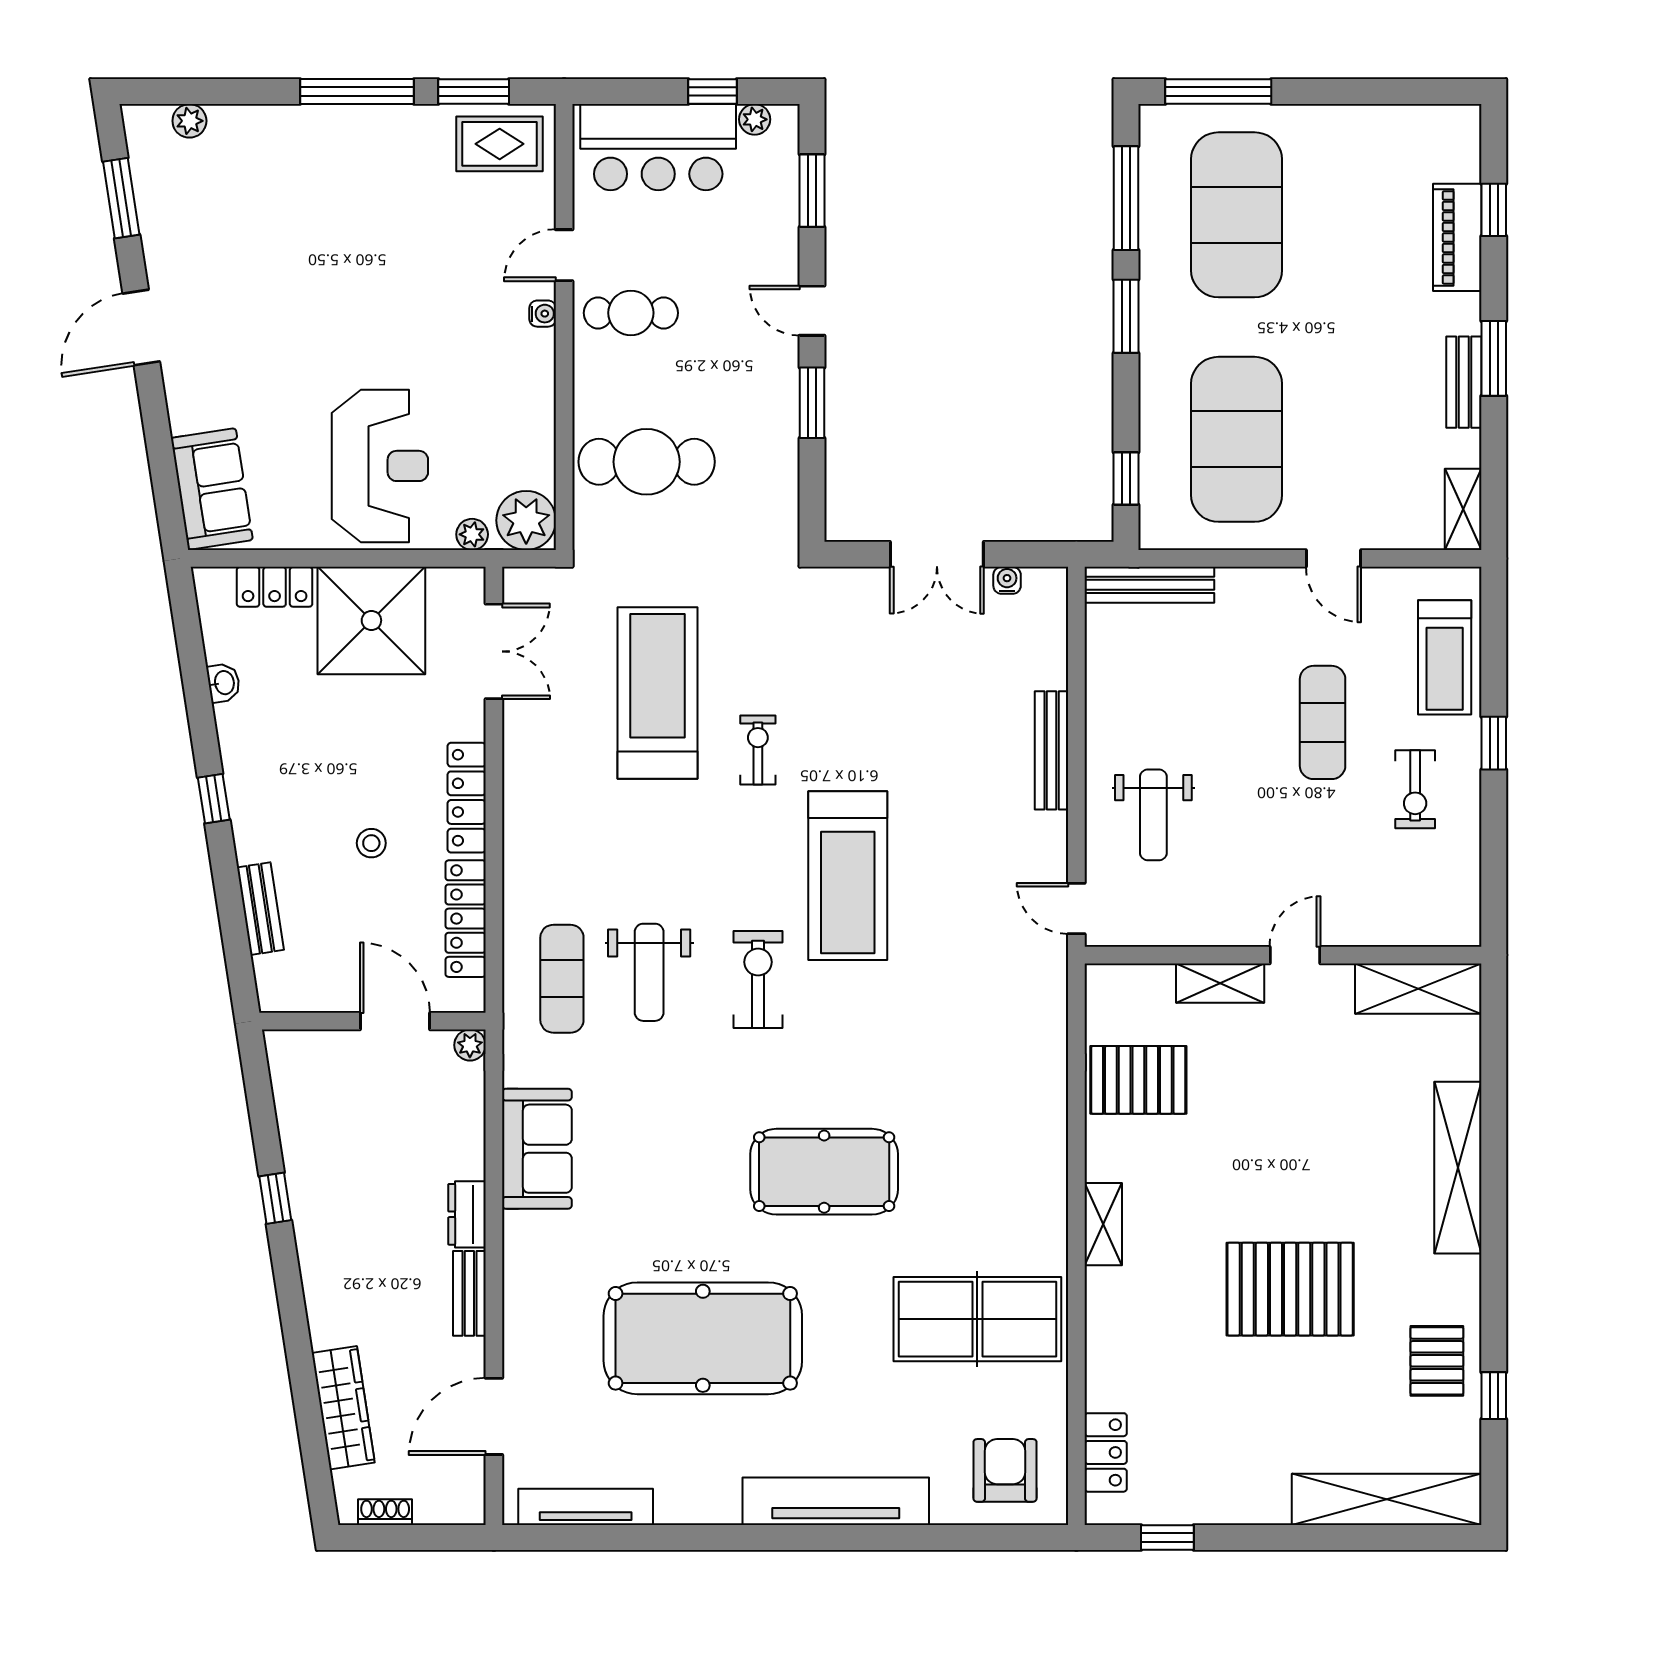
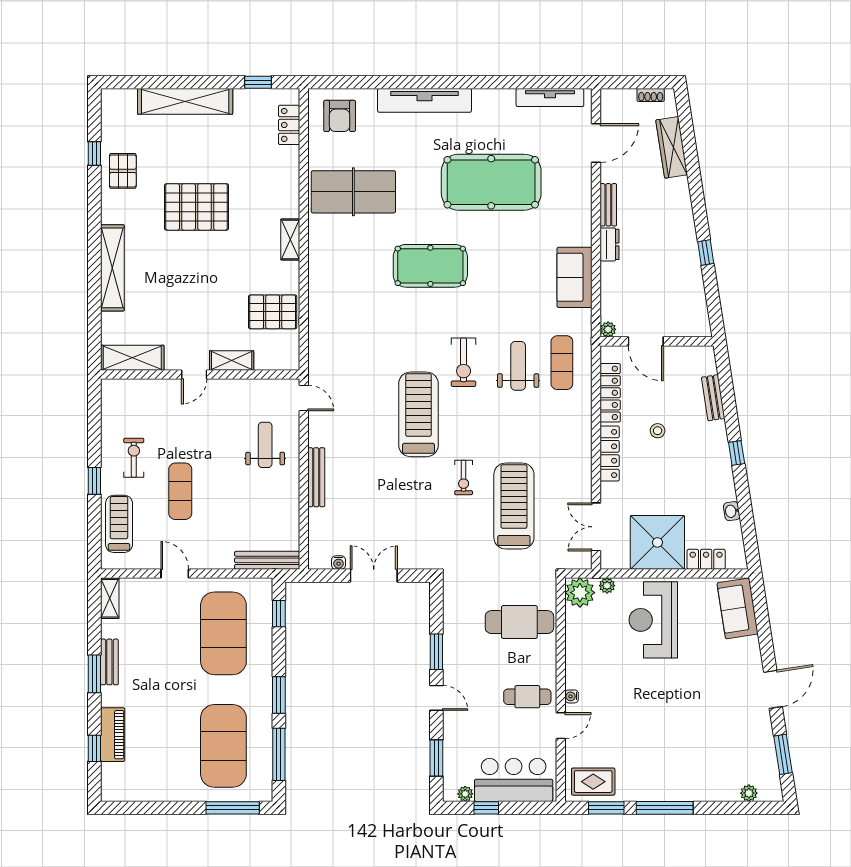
treadmill: (658, 693) -> (514, 506), turned 180
shelving: (1387, 1499) -> (185, 101), moved

